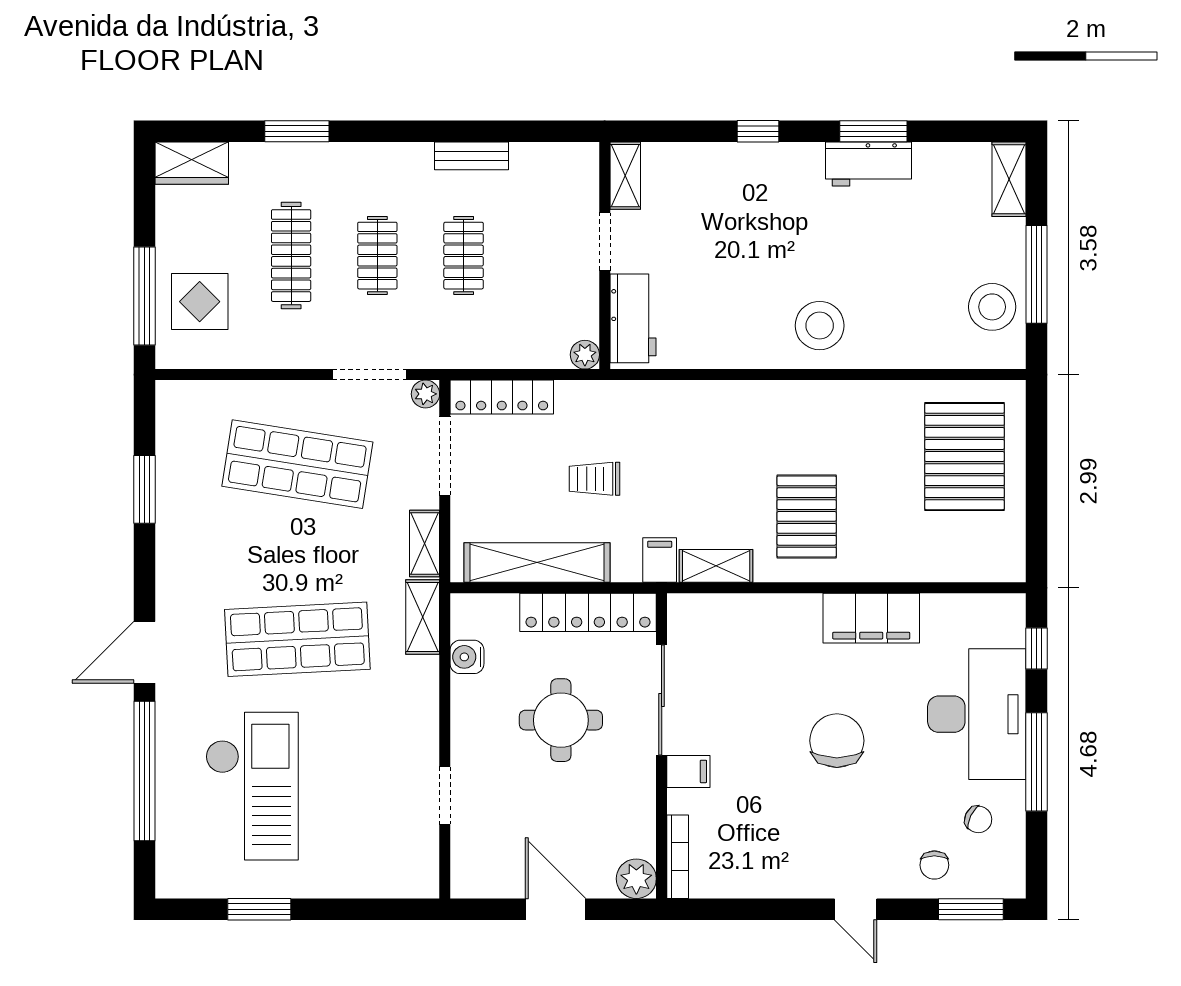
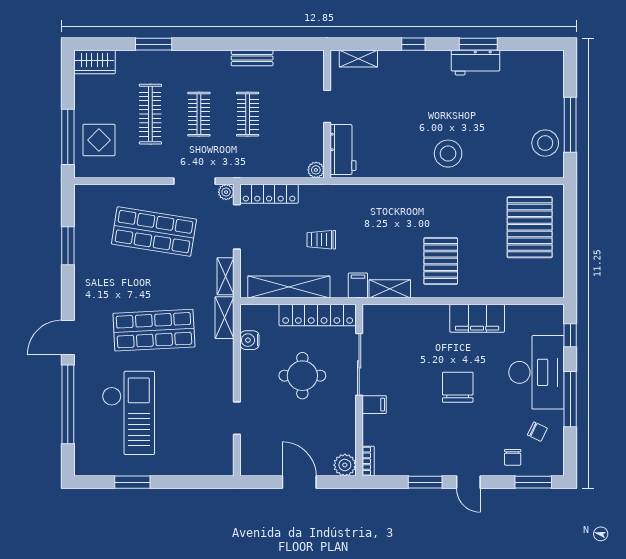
shelving: (625, 176) -> (358, 59), moved, turned 90
shelving: (1009, 179) -> (555, 71), removed
bookcase: (678, 857) -> (368, 461), width x0.64
window: (779, 909) -> (425, 482), added

